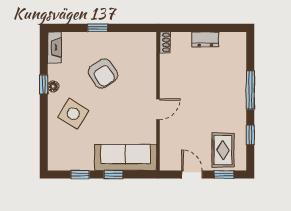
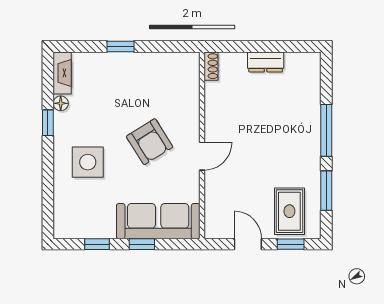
armchair: (103, 73) -> (150, 142), moved
floor lamp: (53, 86) -> (61, 103), moved
side table: (73, 114) -> (88, 162), turned -32
window: (250, 135) -> (326, 191), width x1.50

